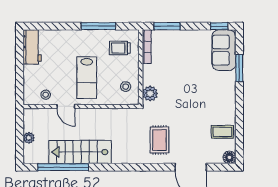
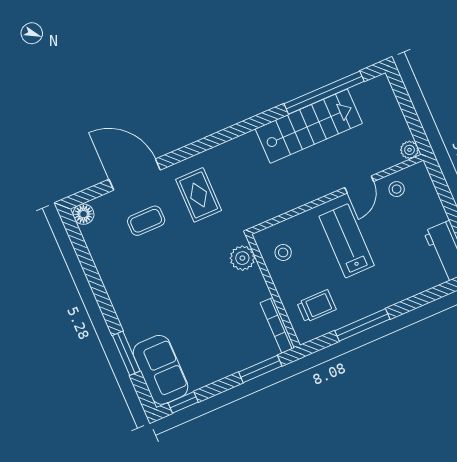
door: (66, 106) -> (359, 184), swing flipped
coffee table: (222, 132) -> (146, 221), moved
plant: (29, 138) -> (409, 150), moved

